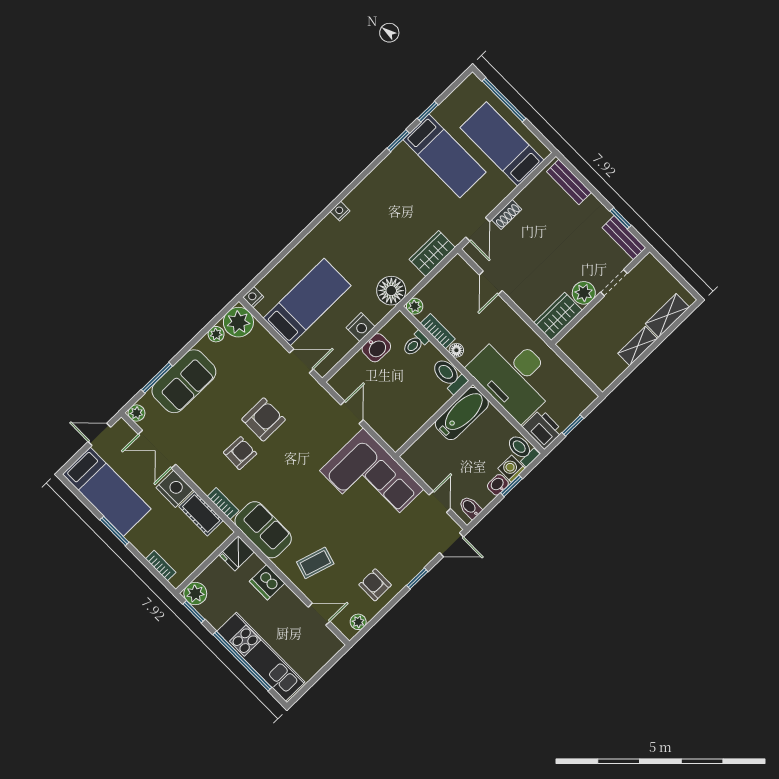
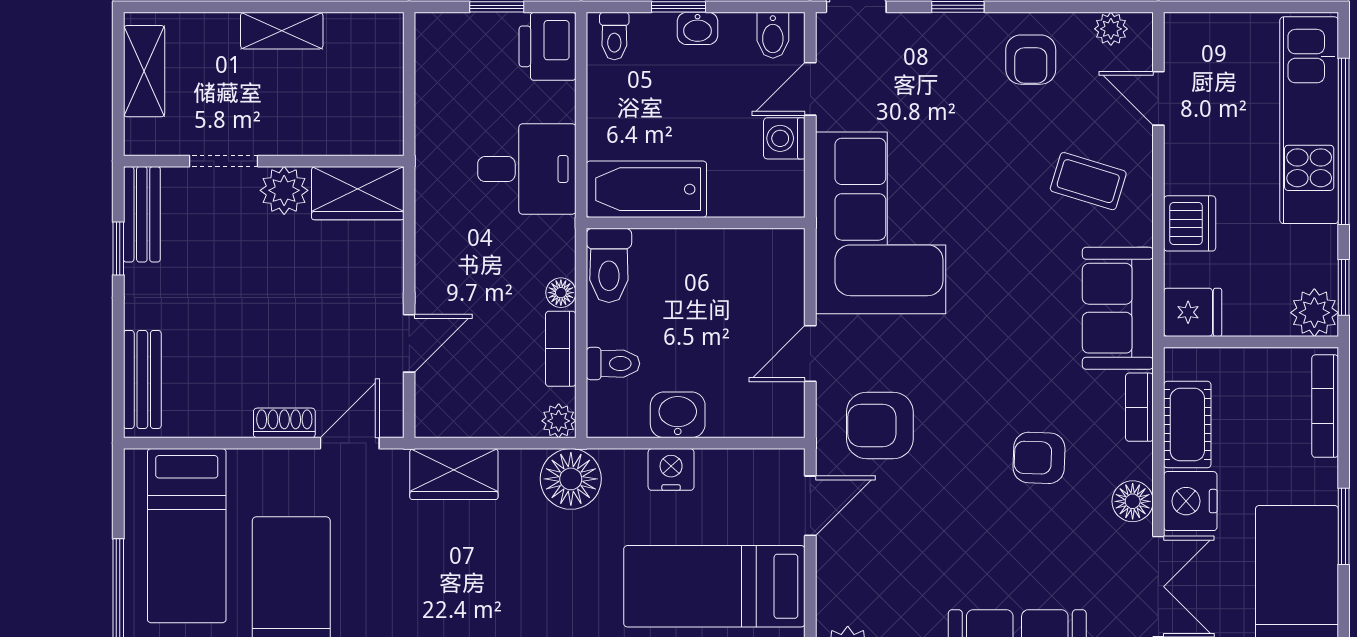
shelving: (667, 315) -> (144, 71), moved, turned 90
door: (301, 361) -> (810, 506), swing flipped
desk: (514, 376) -> (527, 169), width x0.53, depth x0.77
armchair: (264, 419) -> (880, 425), moved
toilet: (522, 450) -> (614, 36), width x0.73, depth x0.72
washing machine: (511, 469) -> (784, 138), moved, turned 90
floor lamp: (194, 470) -> (1133, 501), added
bookcase: (161, 566) -> (1325, 406), width x1.56

